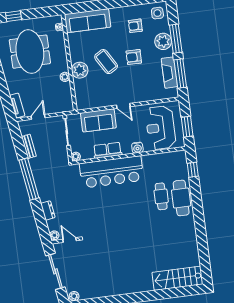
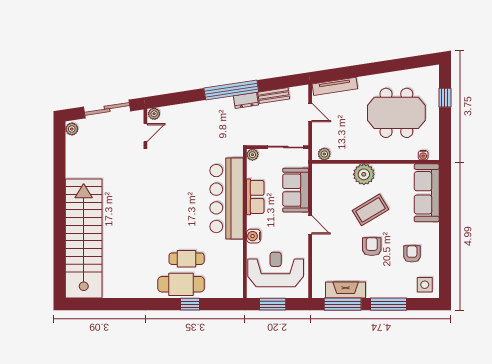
plant: (163, 41) -> (387, 287), removed
plant: (65, 77) -> (324, 154), moved
tv unit: (17, 105) -> (335, 86), width x1.41
door: (123, 106) -> (310, 225), swing flipped
window: (193, 170) -> (190, 304), moved
dresser: (48, 210) -> (246, 100), moved
stairs: (178, 278) -> (84, 238), width x1.86, depth x1.51

